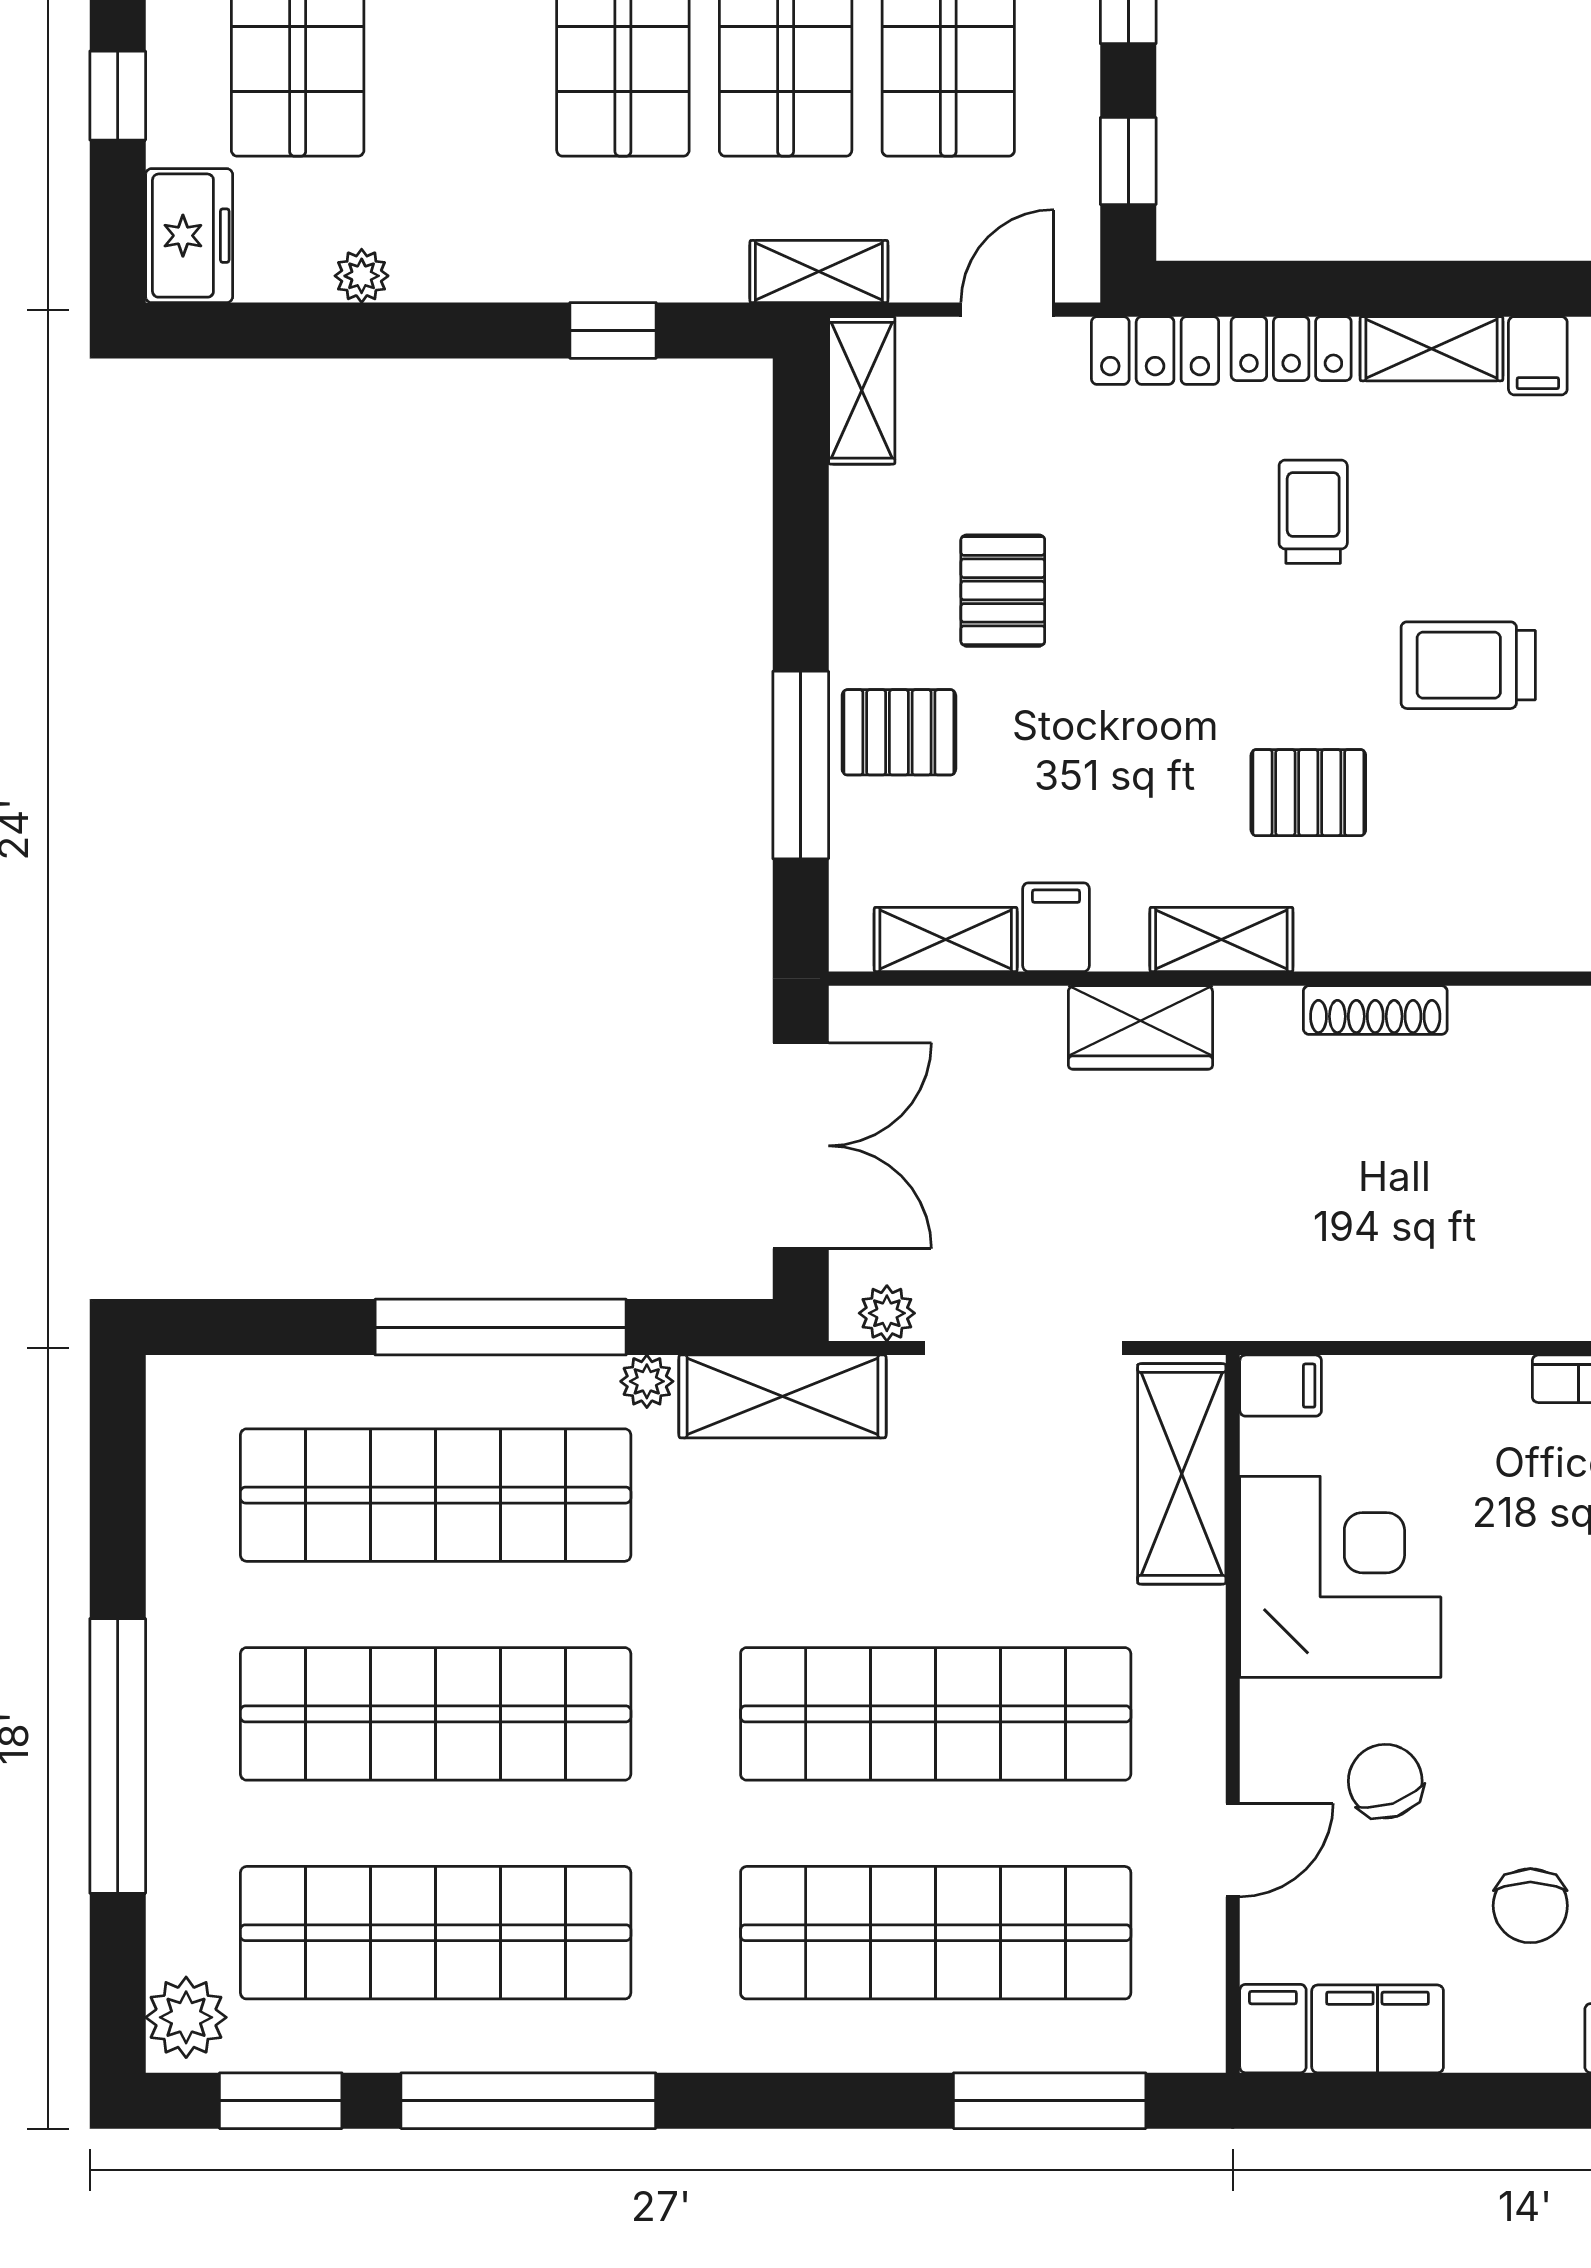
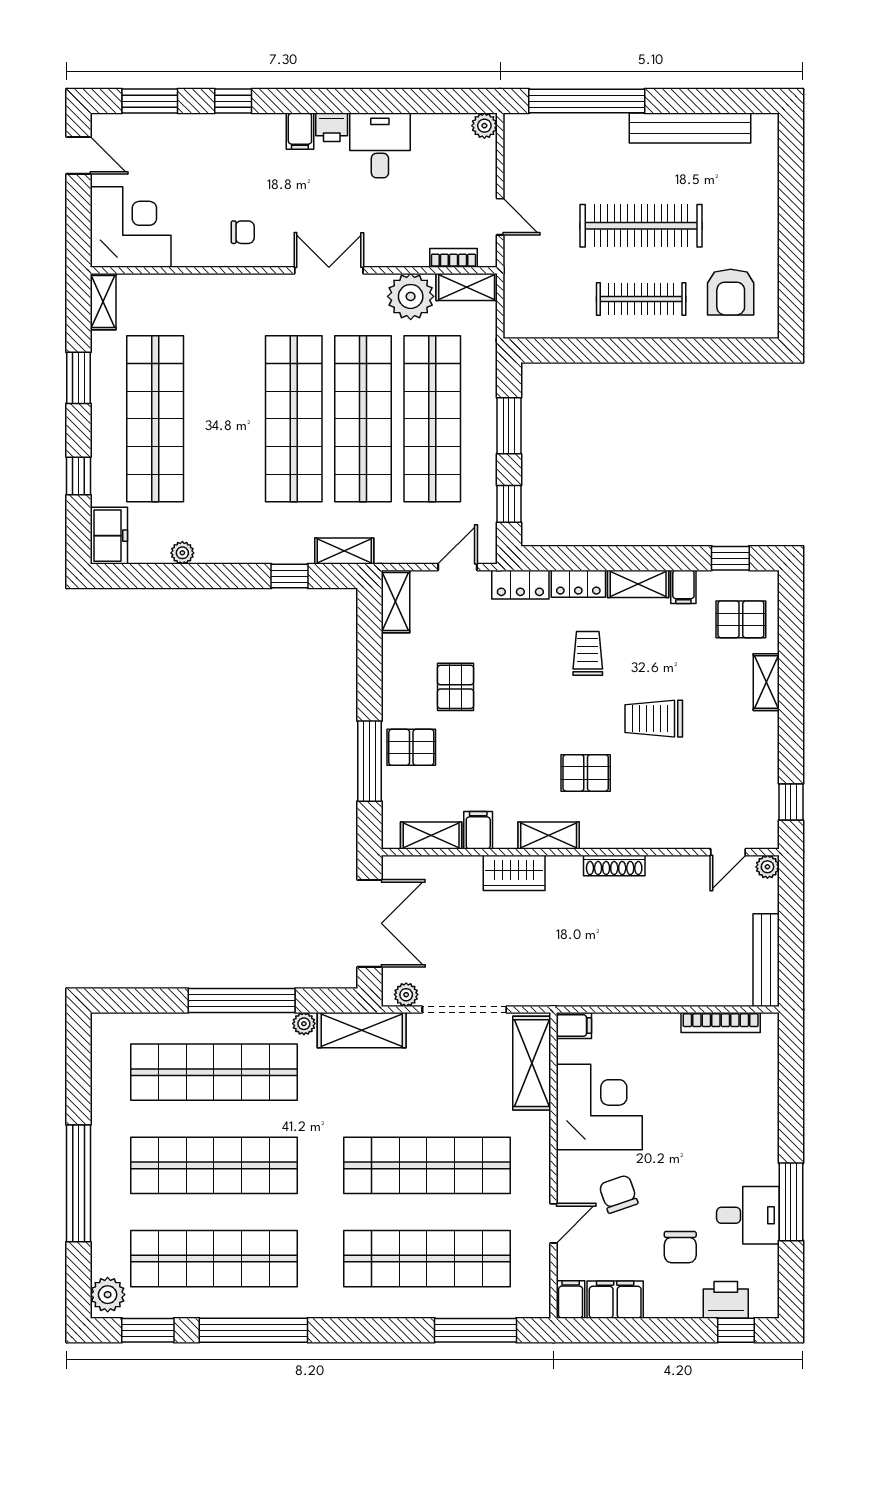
shelving: (819, 272) -> (344, 551), moved

